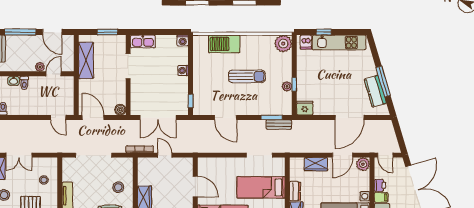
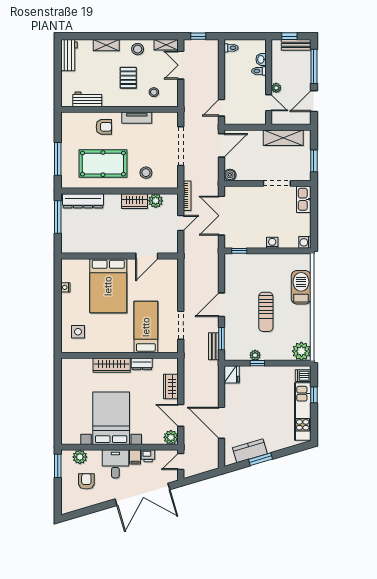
window: (383, 81) -> (260, 459), width x0.69
door: (226, 117) -> (222, 305), moved
plant: (144, 178) -> (156, 201), added

